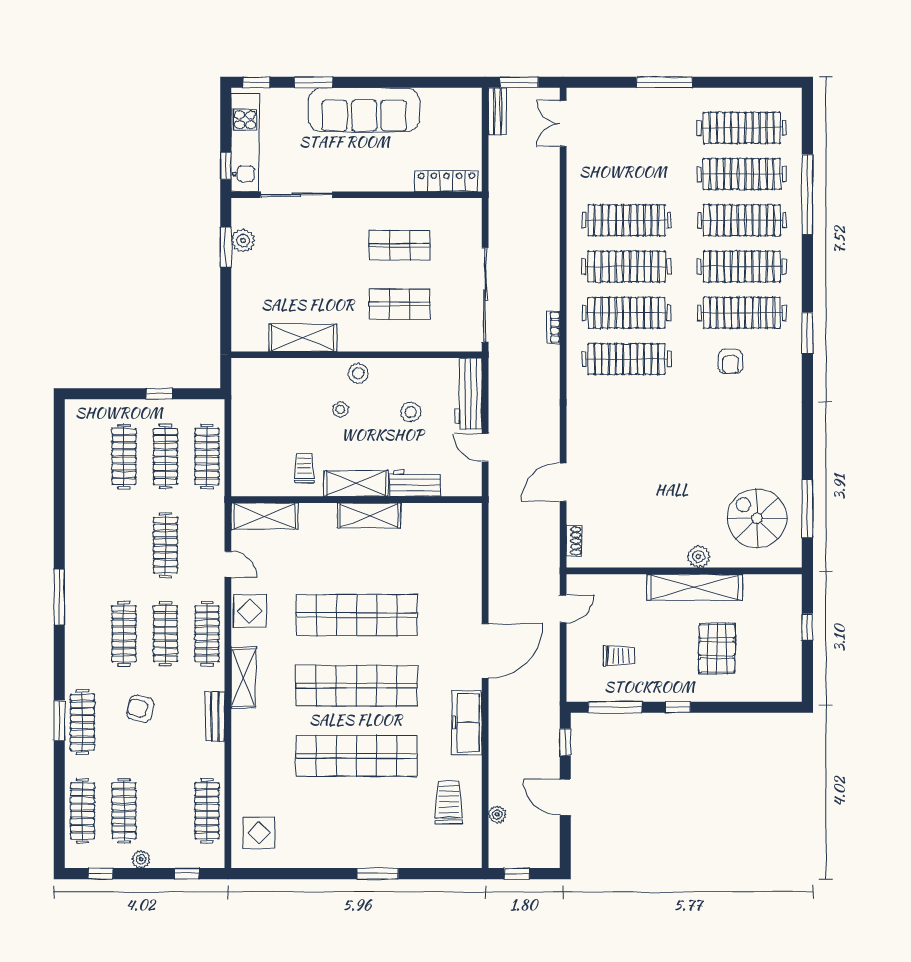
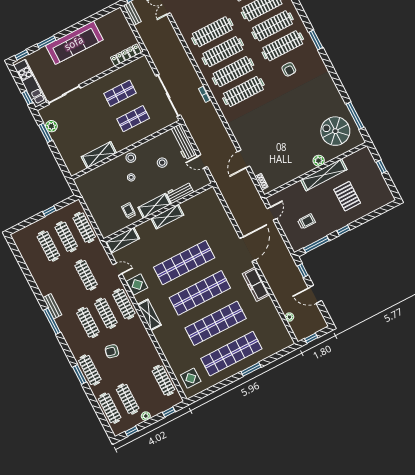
bench: (215, 717) -> (52, 306), moved
trolley: (449, 802) -> (266, 323), removed
shop shelf: (357, 826) -> (231, 354), added

